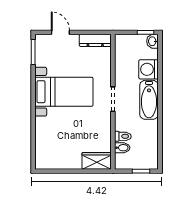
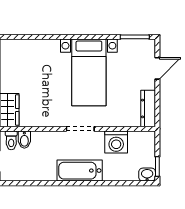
washing machine: (149, 69) -> (116, 142), moved, turned 180
toilet: (123, 136) -> (11, 140), moved

